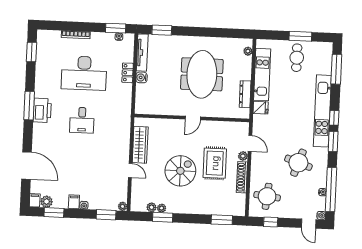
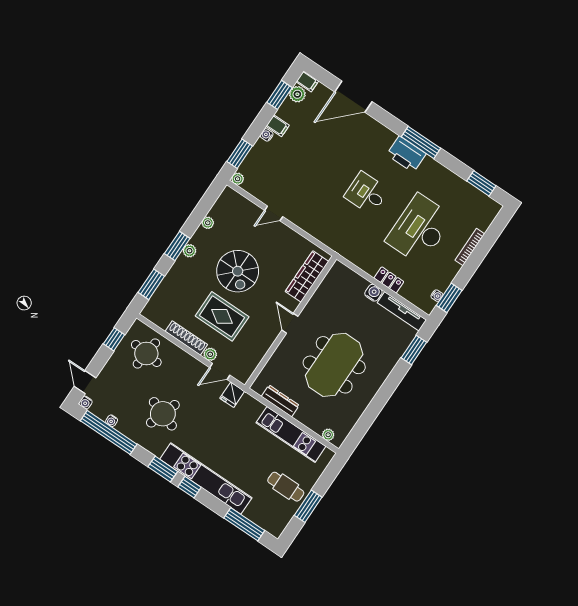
meeting table: (202, 74) -> (334, 365), turned 90
fridge: (261, 108) -> (232, 395), moved
wardrobe: (140, 145) -> (307, 276), moved, turned 90
plant: (151, 207) -> (190, 251), moved
window: (163, 217) -> (177, 246), moved
door: (309, 224) -> (85, 382), hinge flipped

